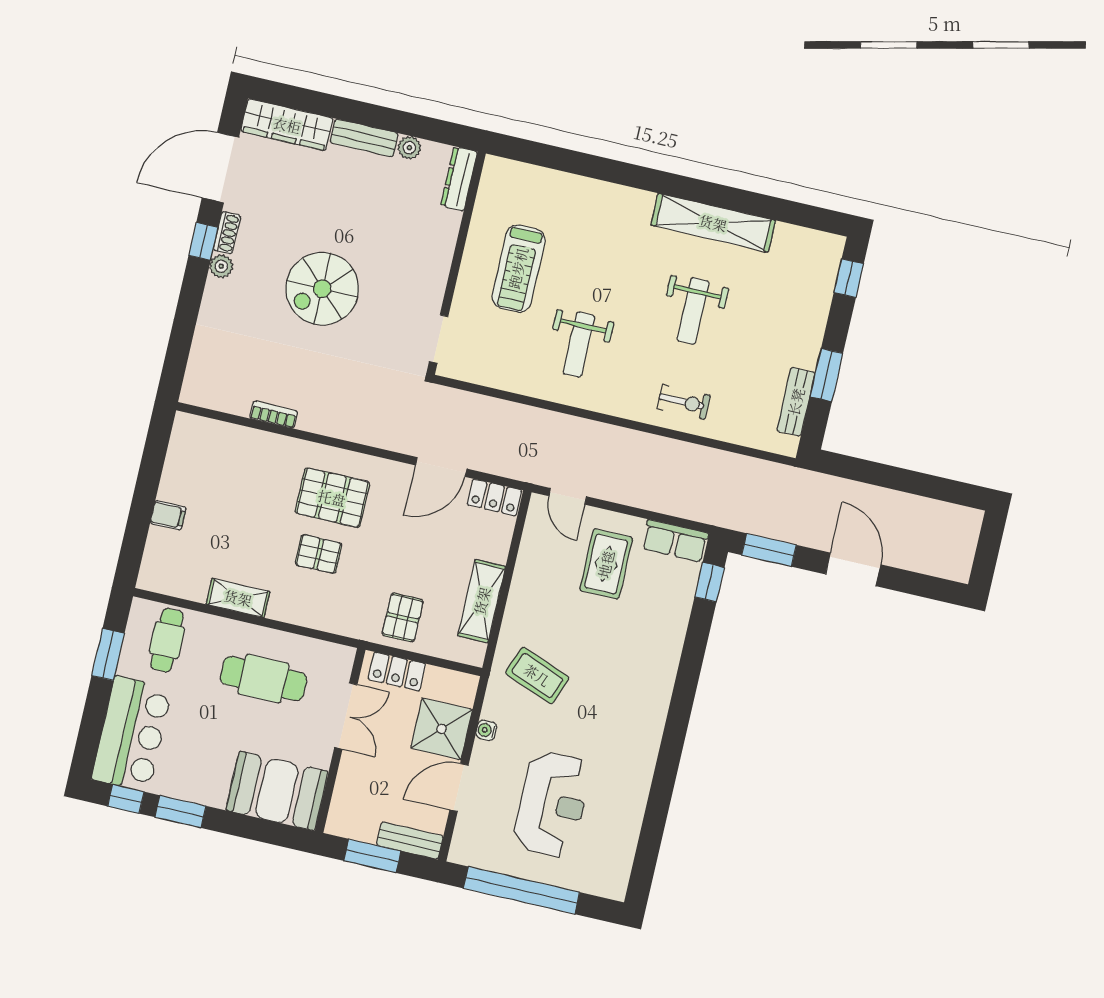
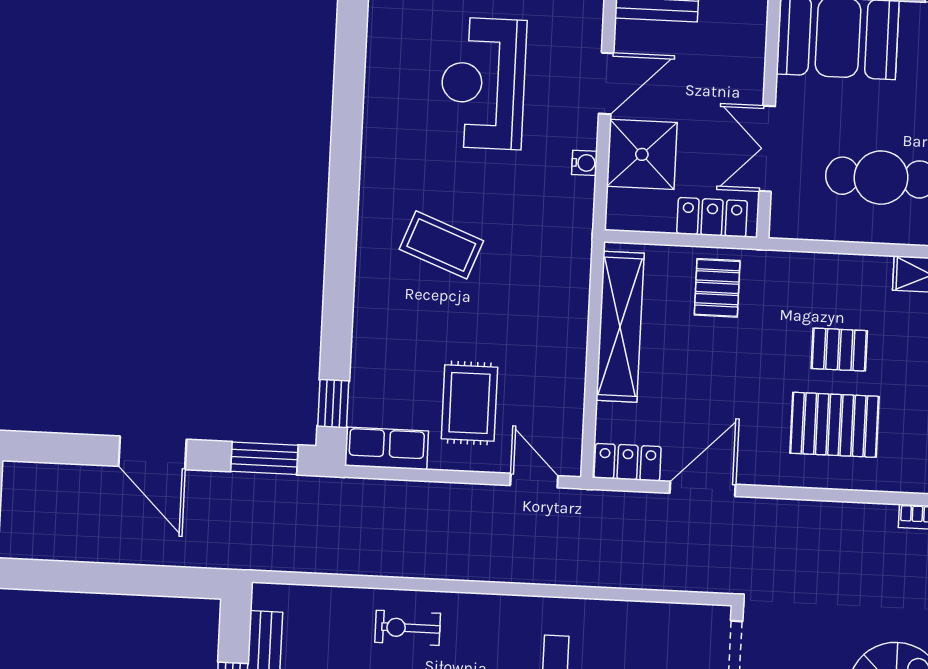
shelving: (482, 601) -> (620, 327), width x1.47
coffee table: (537, 675) -> (441, 245), moved

